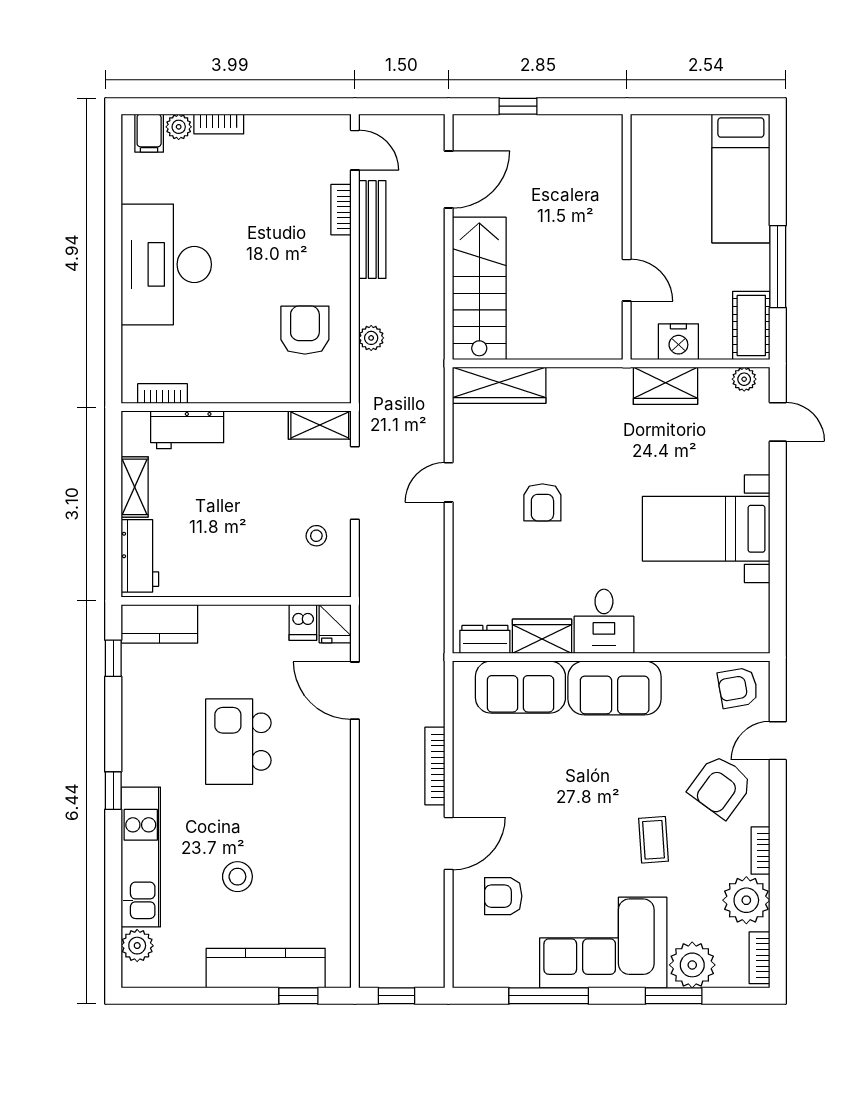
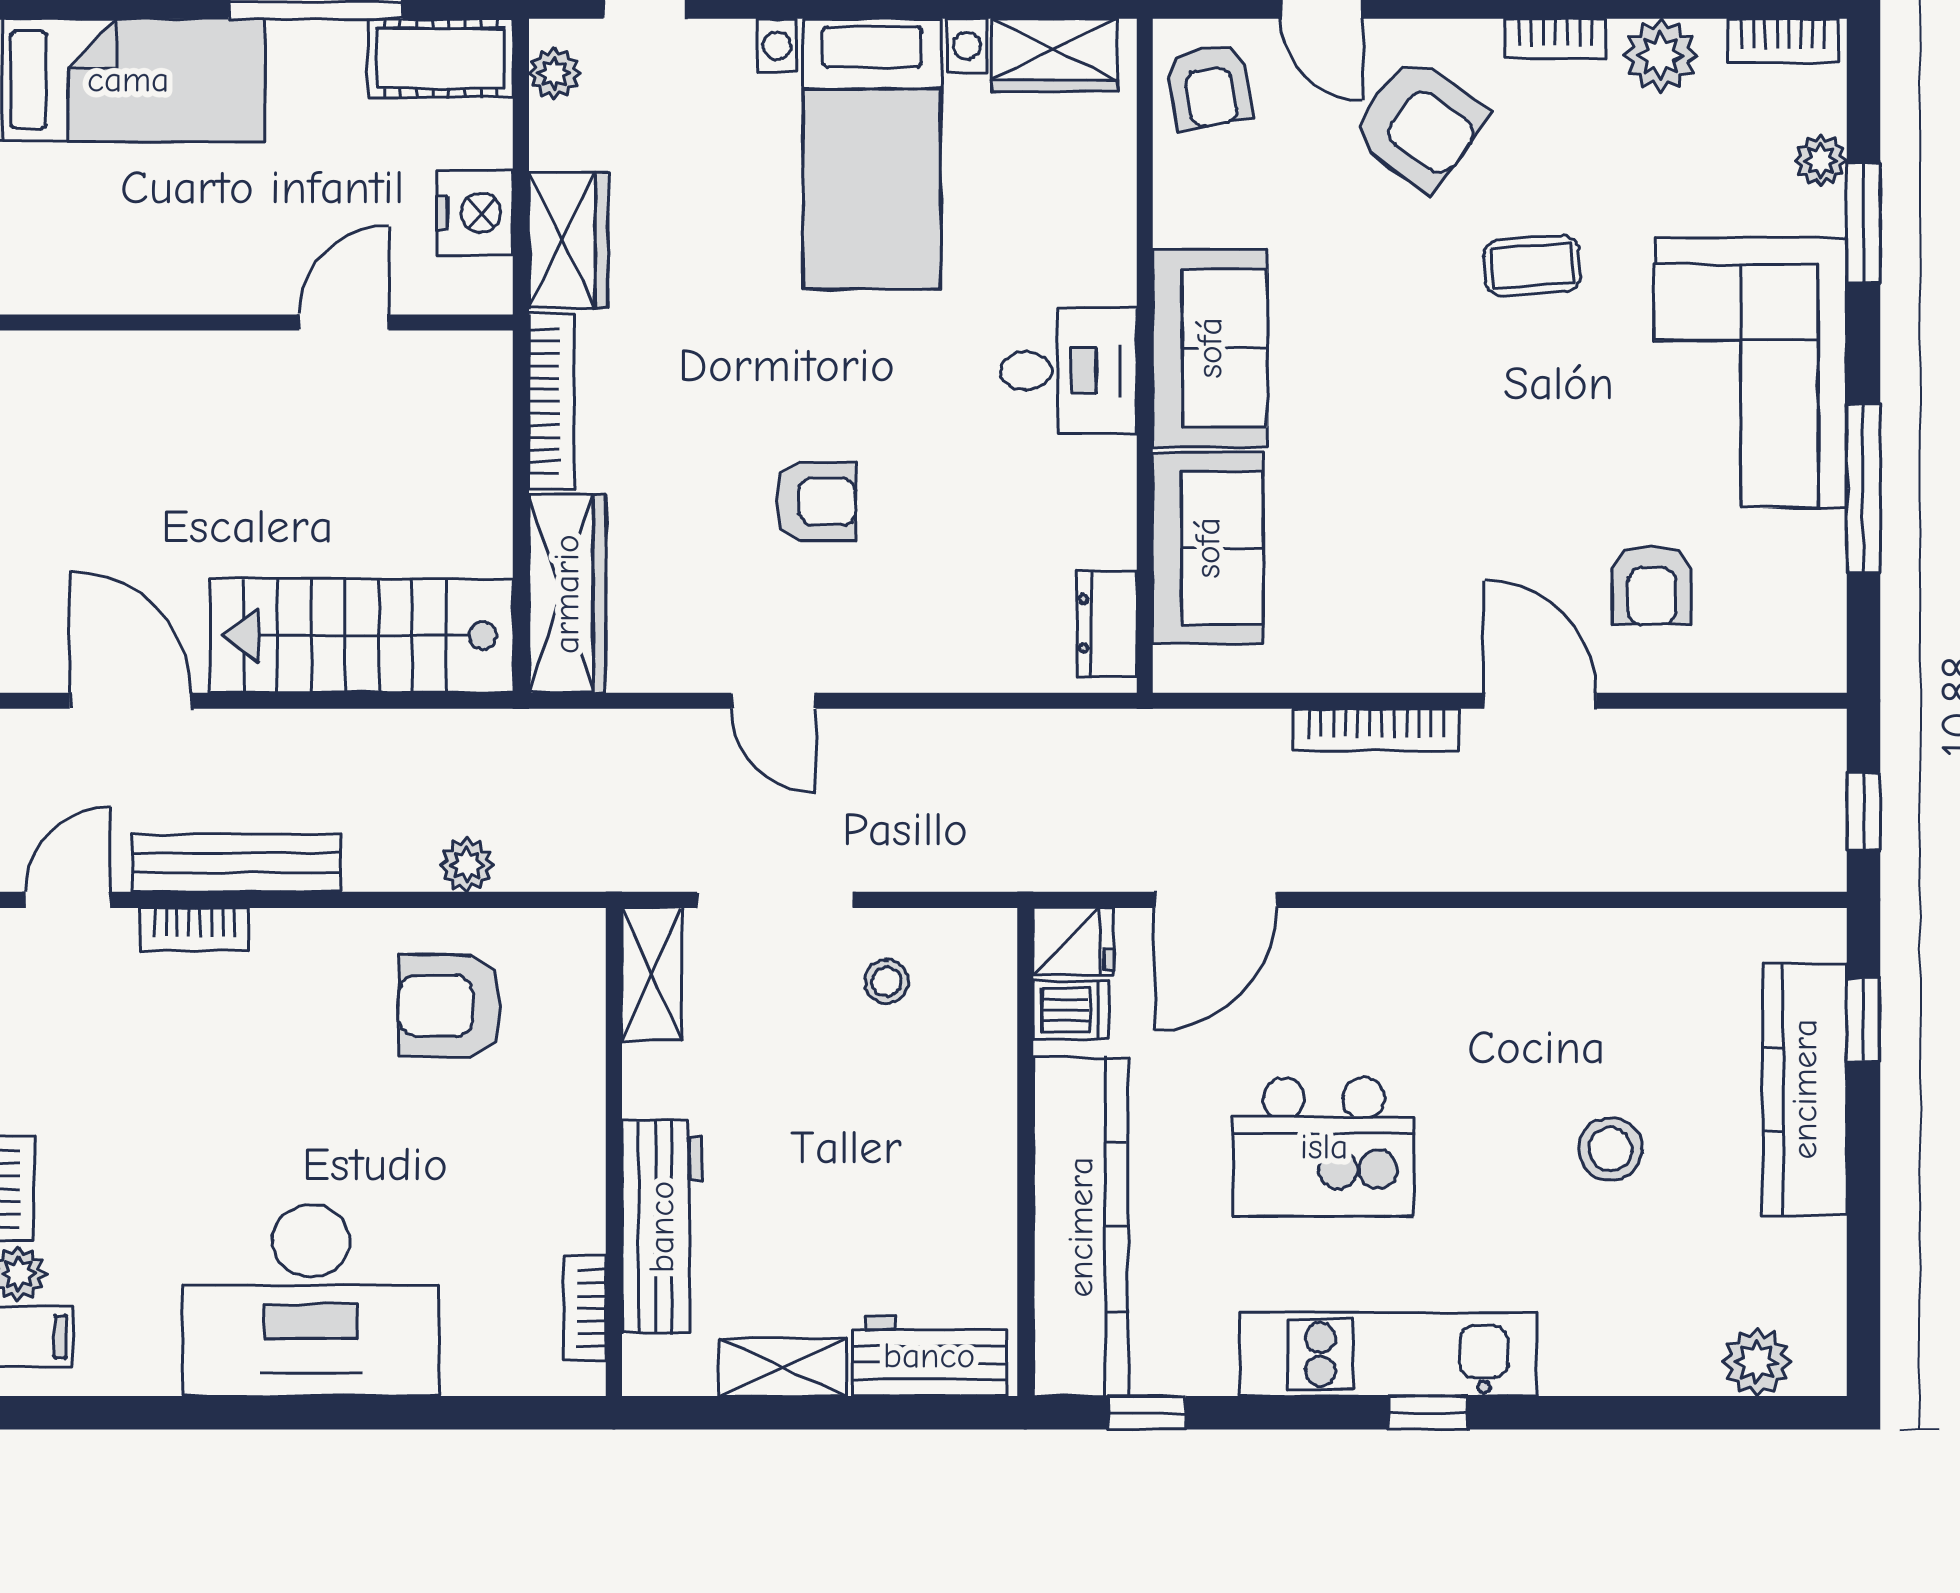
bookcase: (590, 378) -> (551, 401), added
workbench: (187, 430) -> (662, 1227), width x1.38
kitchen counter: (159, 624) -> (1081, 1227), width x2.08, depth x1.17
wardrobe: (542, 636) -> (1054, 55), moved, turned -90
kitchen unit: (141, 857) -> (1389, 1354), moved
plant: (746, 900) -> (1661, 55), width x0.73, depth x0.73
plant: (692, 965) -> (1821, 161), width x0.53, depth x0.53

